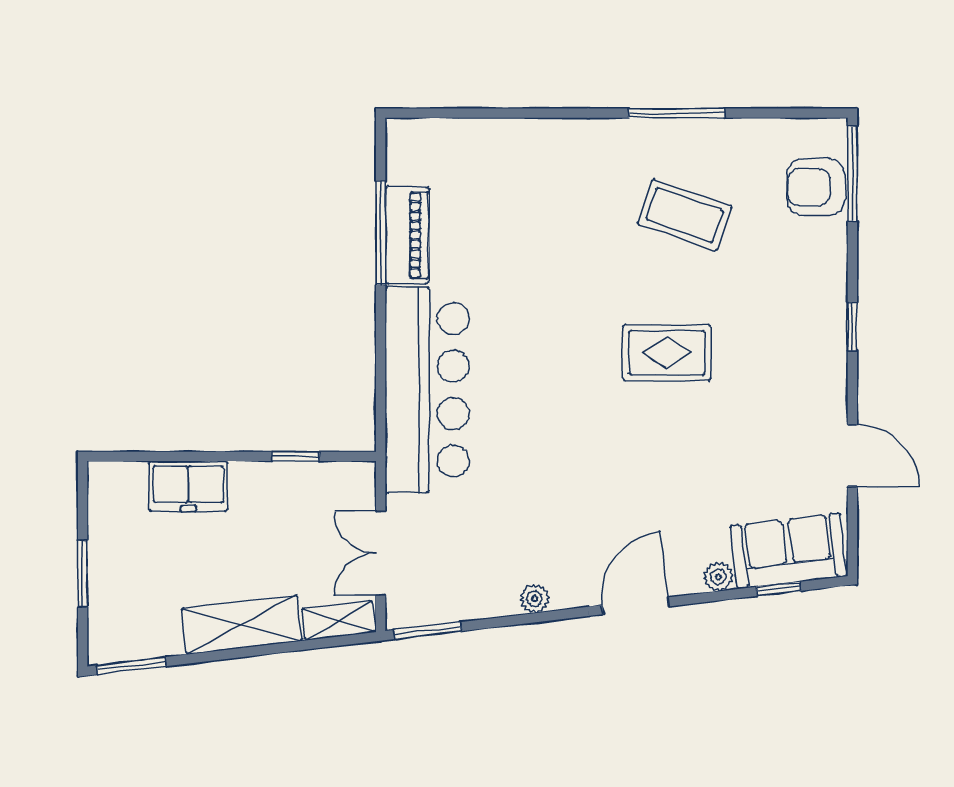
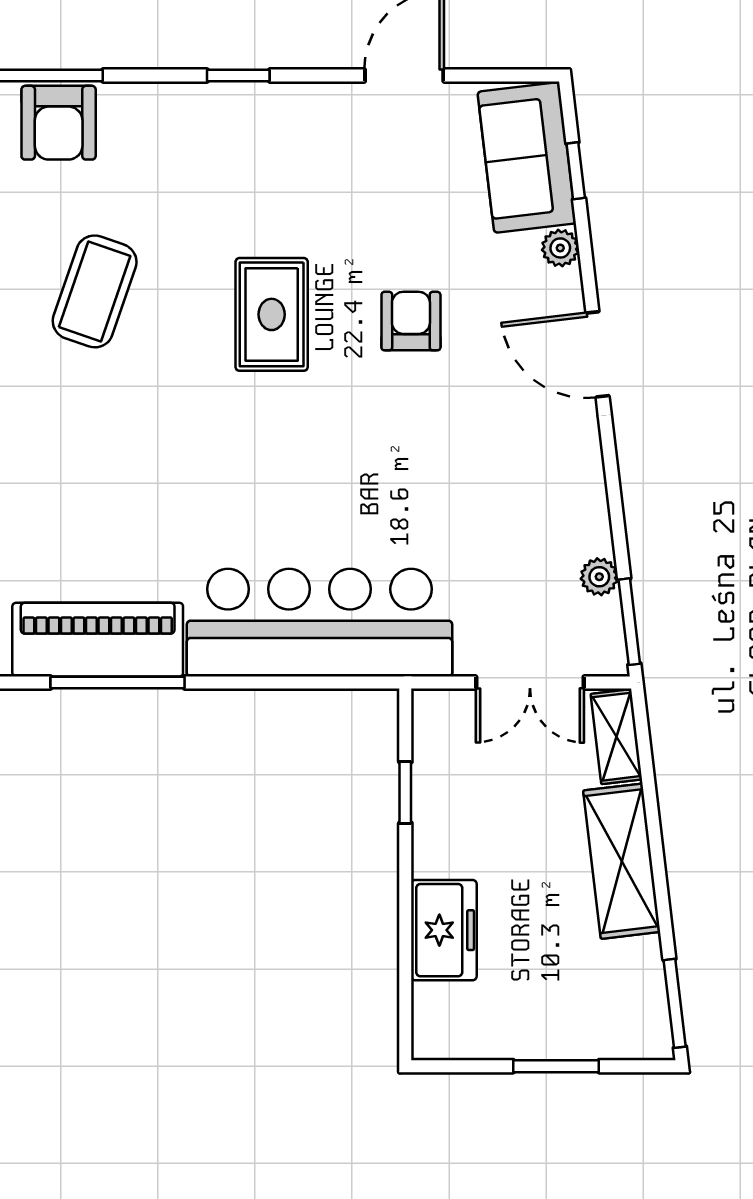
piano: (407, 235) -> (98, 640), width x1.37, depth x1.33
armchair: (662, 461) -> (411, 321), added
plant: (535, 599) -> (599, 577), moved

